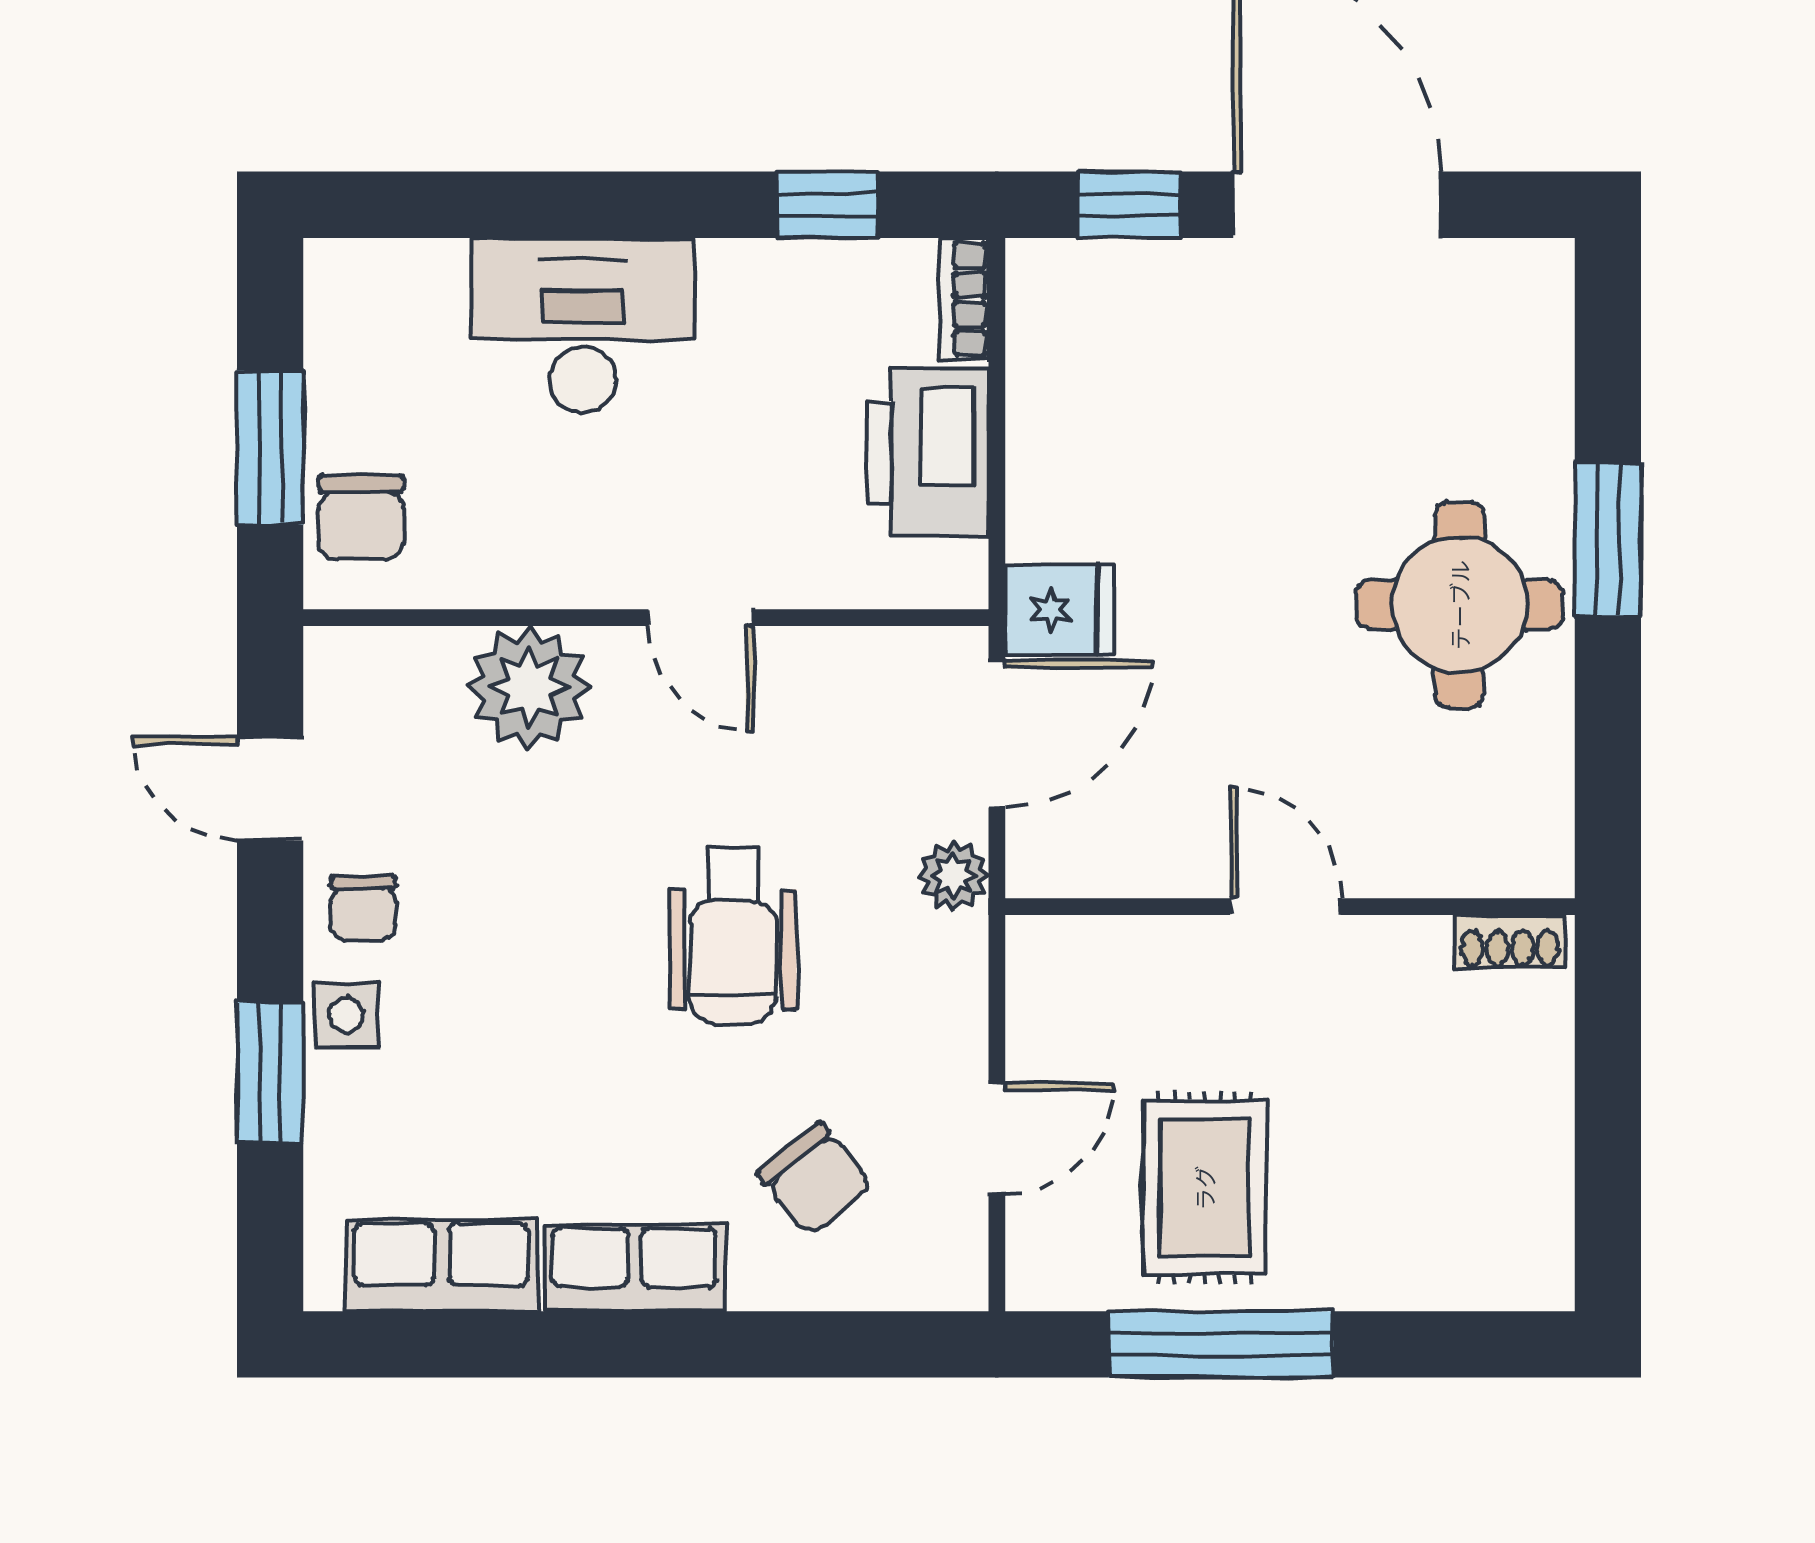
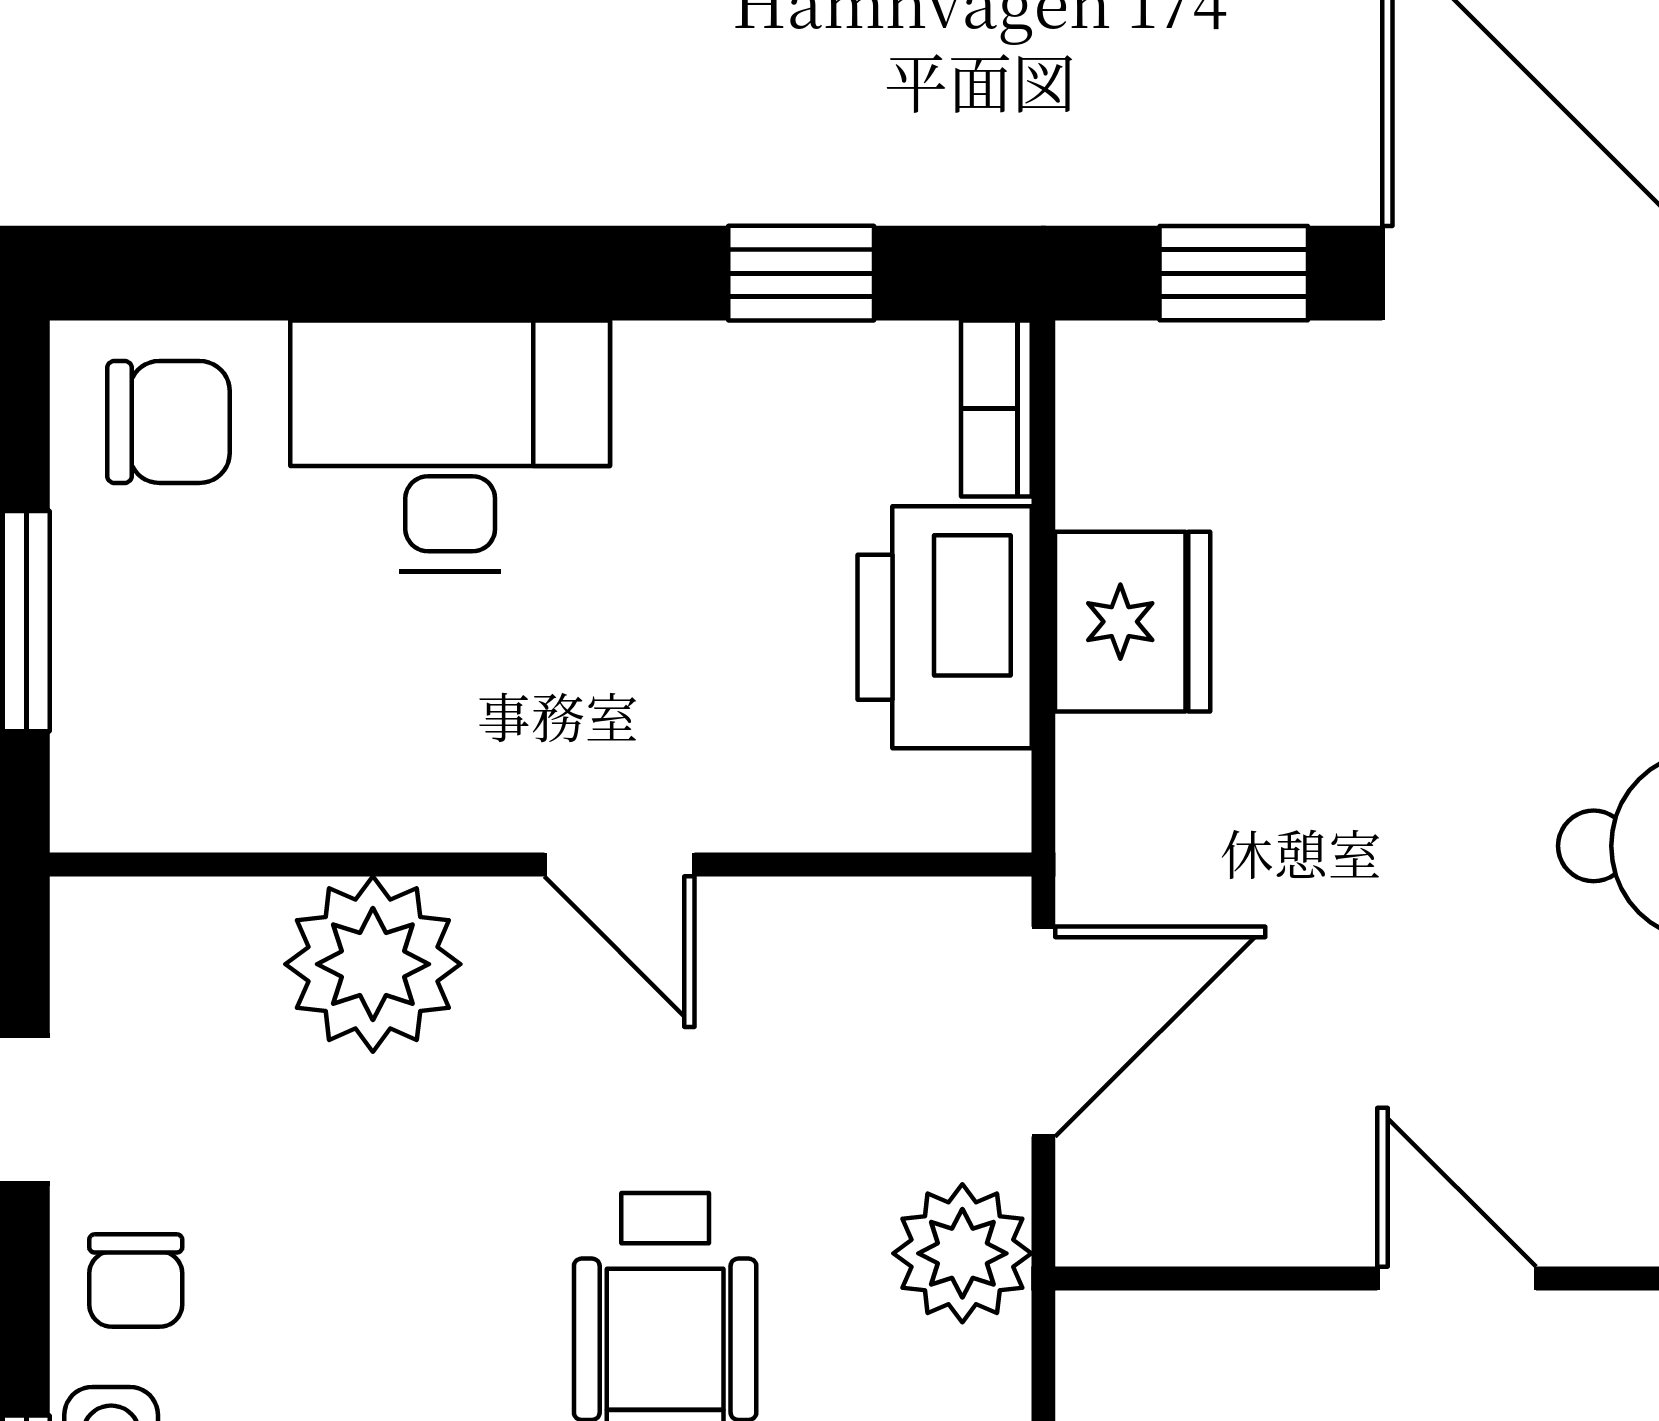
chair: (361, 518) -> (168, 422), moved, turned -90
fridge: (1059, 610) -> (1133, 622), moved, width x1.38
plant: (953, 876) -> (962, 1253), width x1.38, depth x1.38

